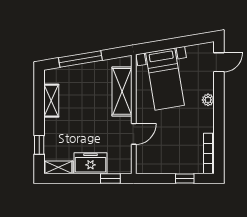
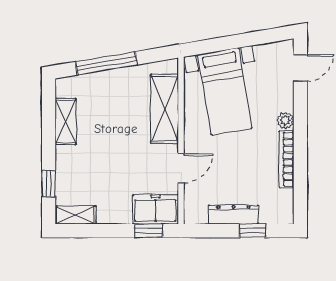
bookcase: (209, 153) -> (286, 159), moved
freezer: (90, 163) -> (156, 209), moved
dresser: (171, 167) -> (233, 215), added

